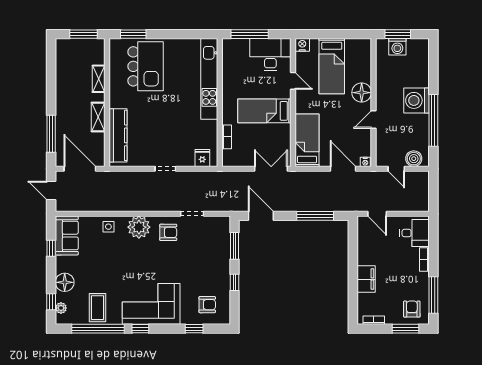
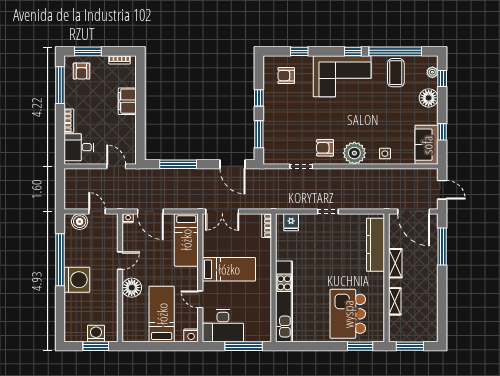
bookcase: (227, 137) -> (267, 226), moved

